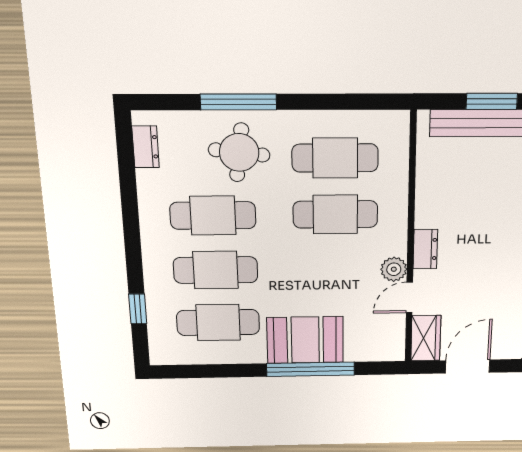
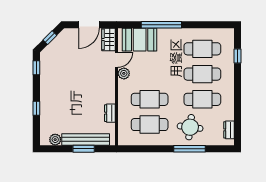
dresser: (425, 249) -> (110, 113), moved
booth: (305, 340) -> (140, 40), moved

